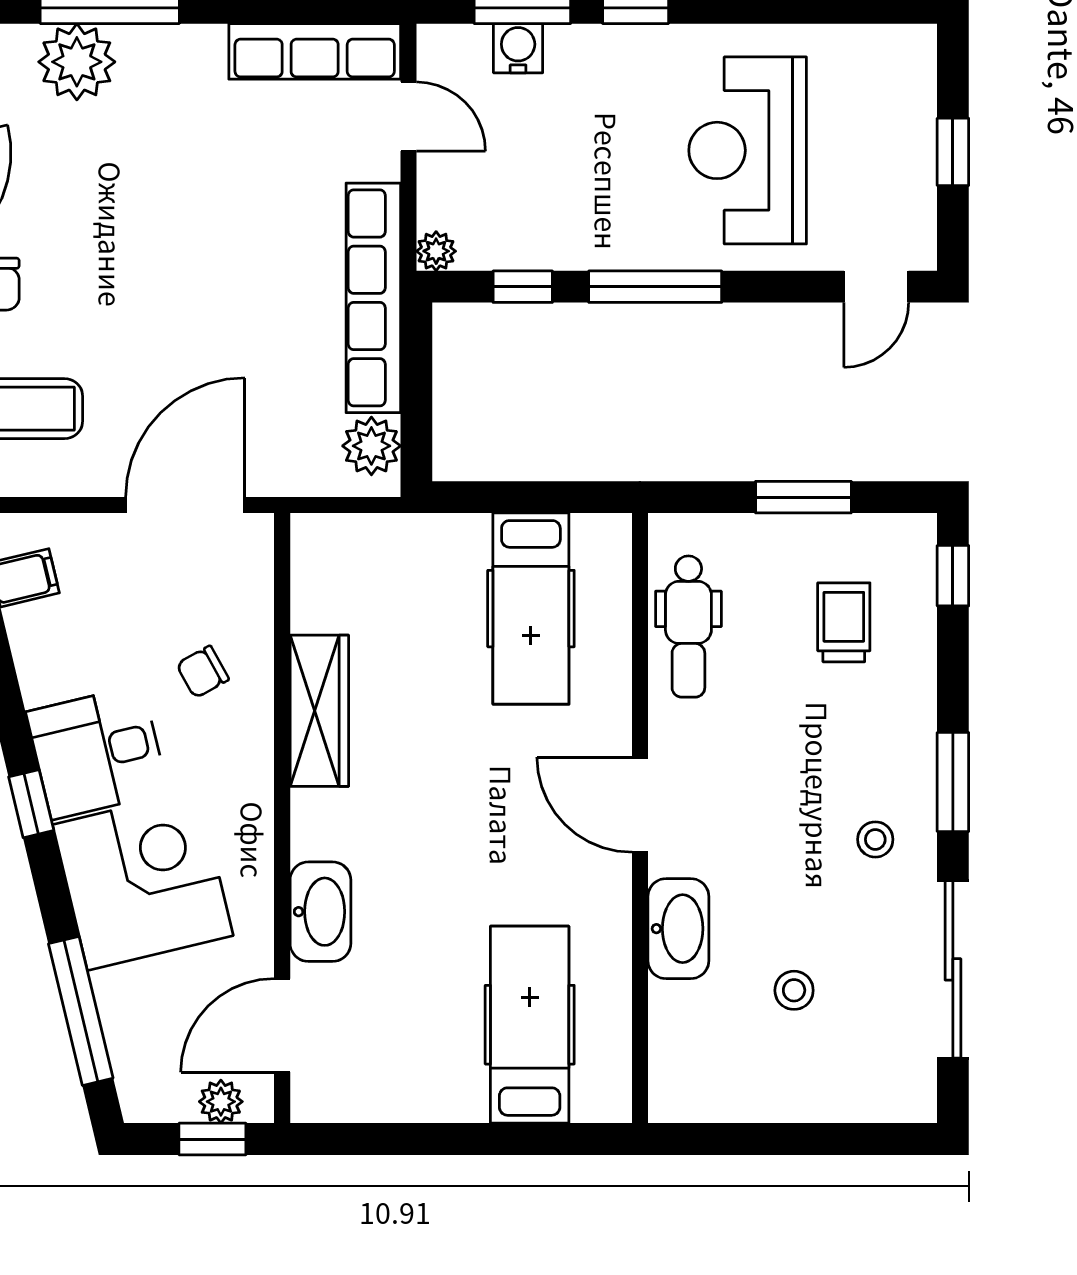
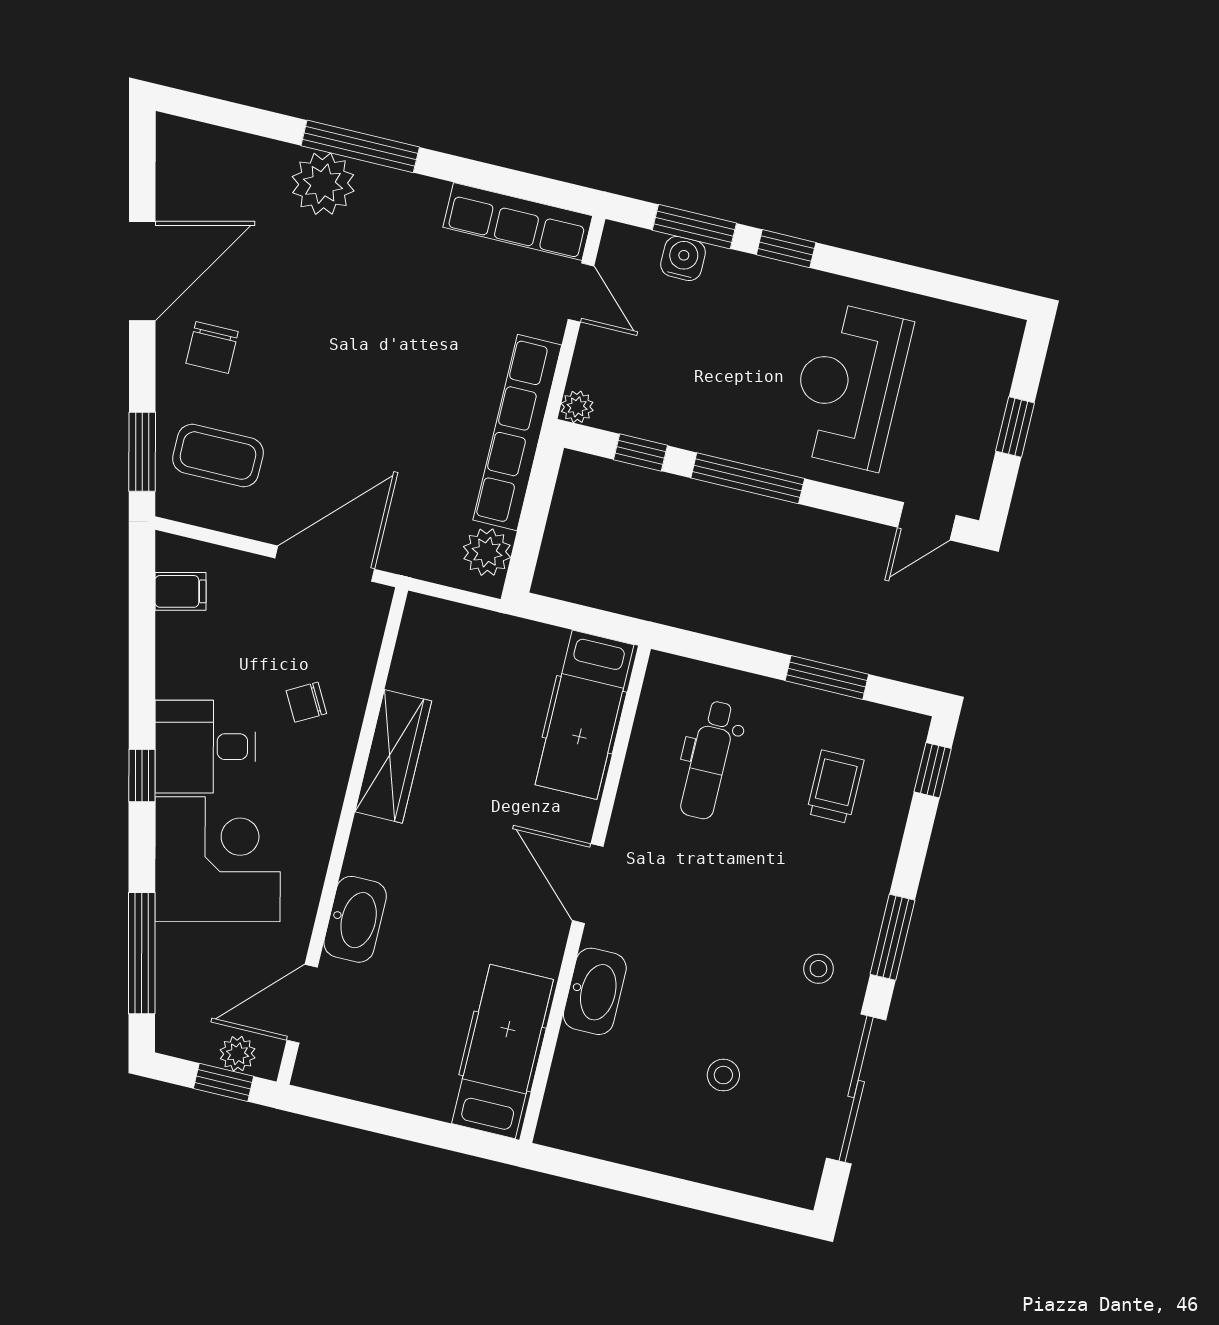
door: (640, 805) -> (588, 884), moved
wall: (640, 818) -> (585, 894), moved
washbasin: (678, 929) -> (595, 991), moved

